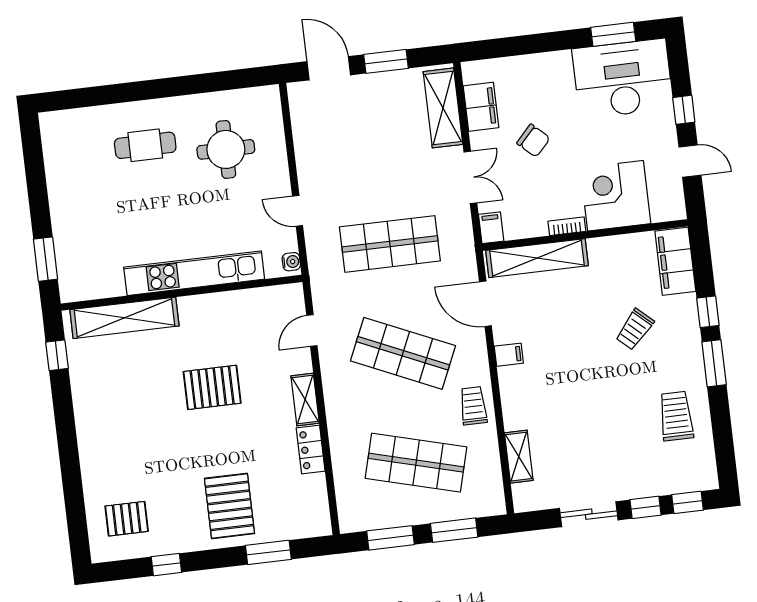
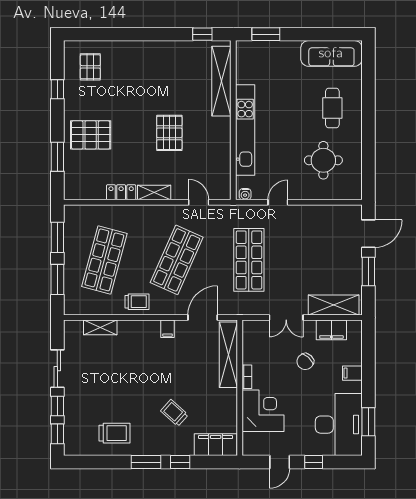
sofa: (63, 156) -> (331, 53), added
filing cabinet: (491, 228) -> (352, 373), moved, turned 180

